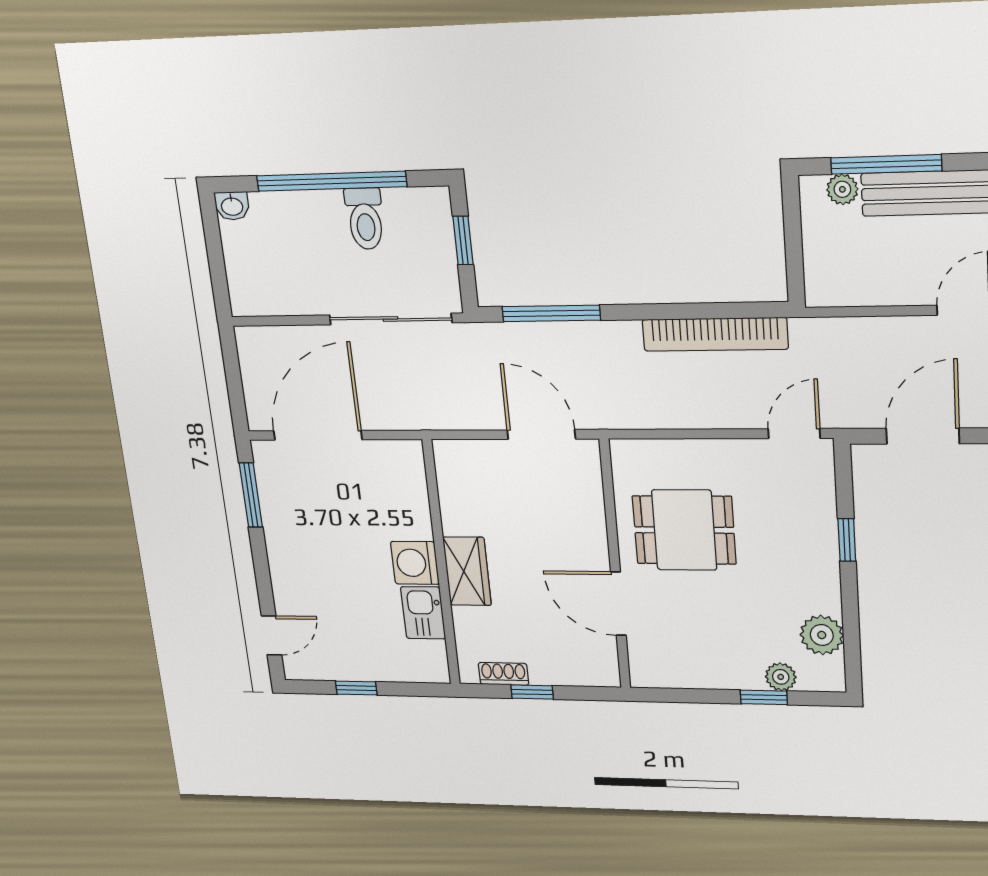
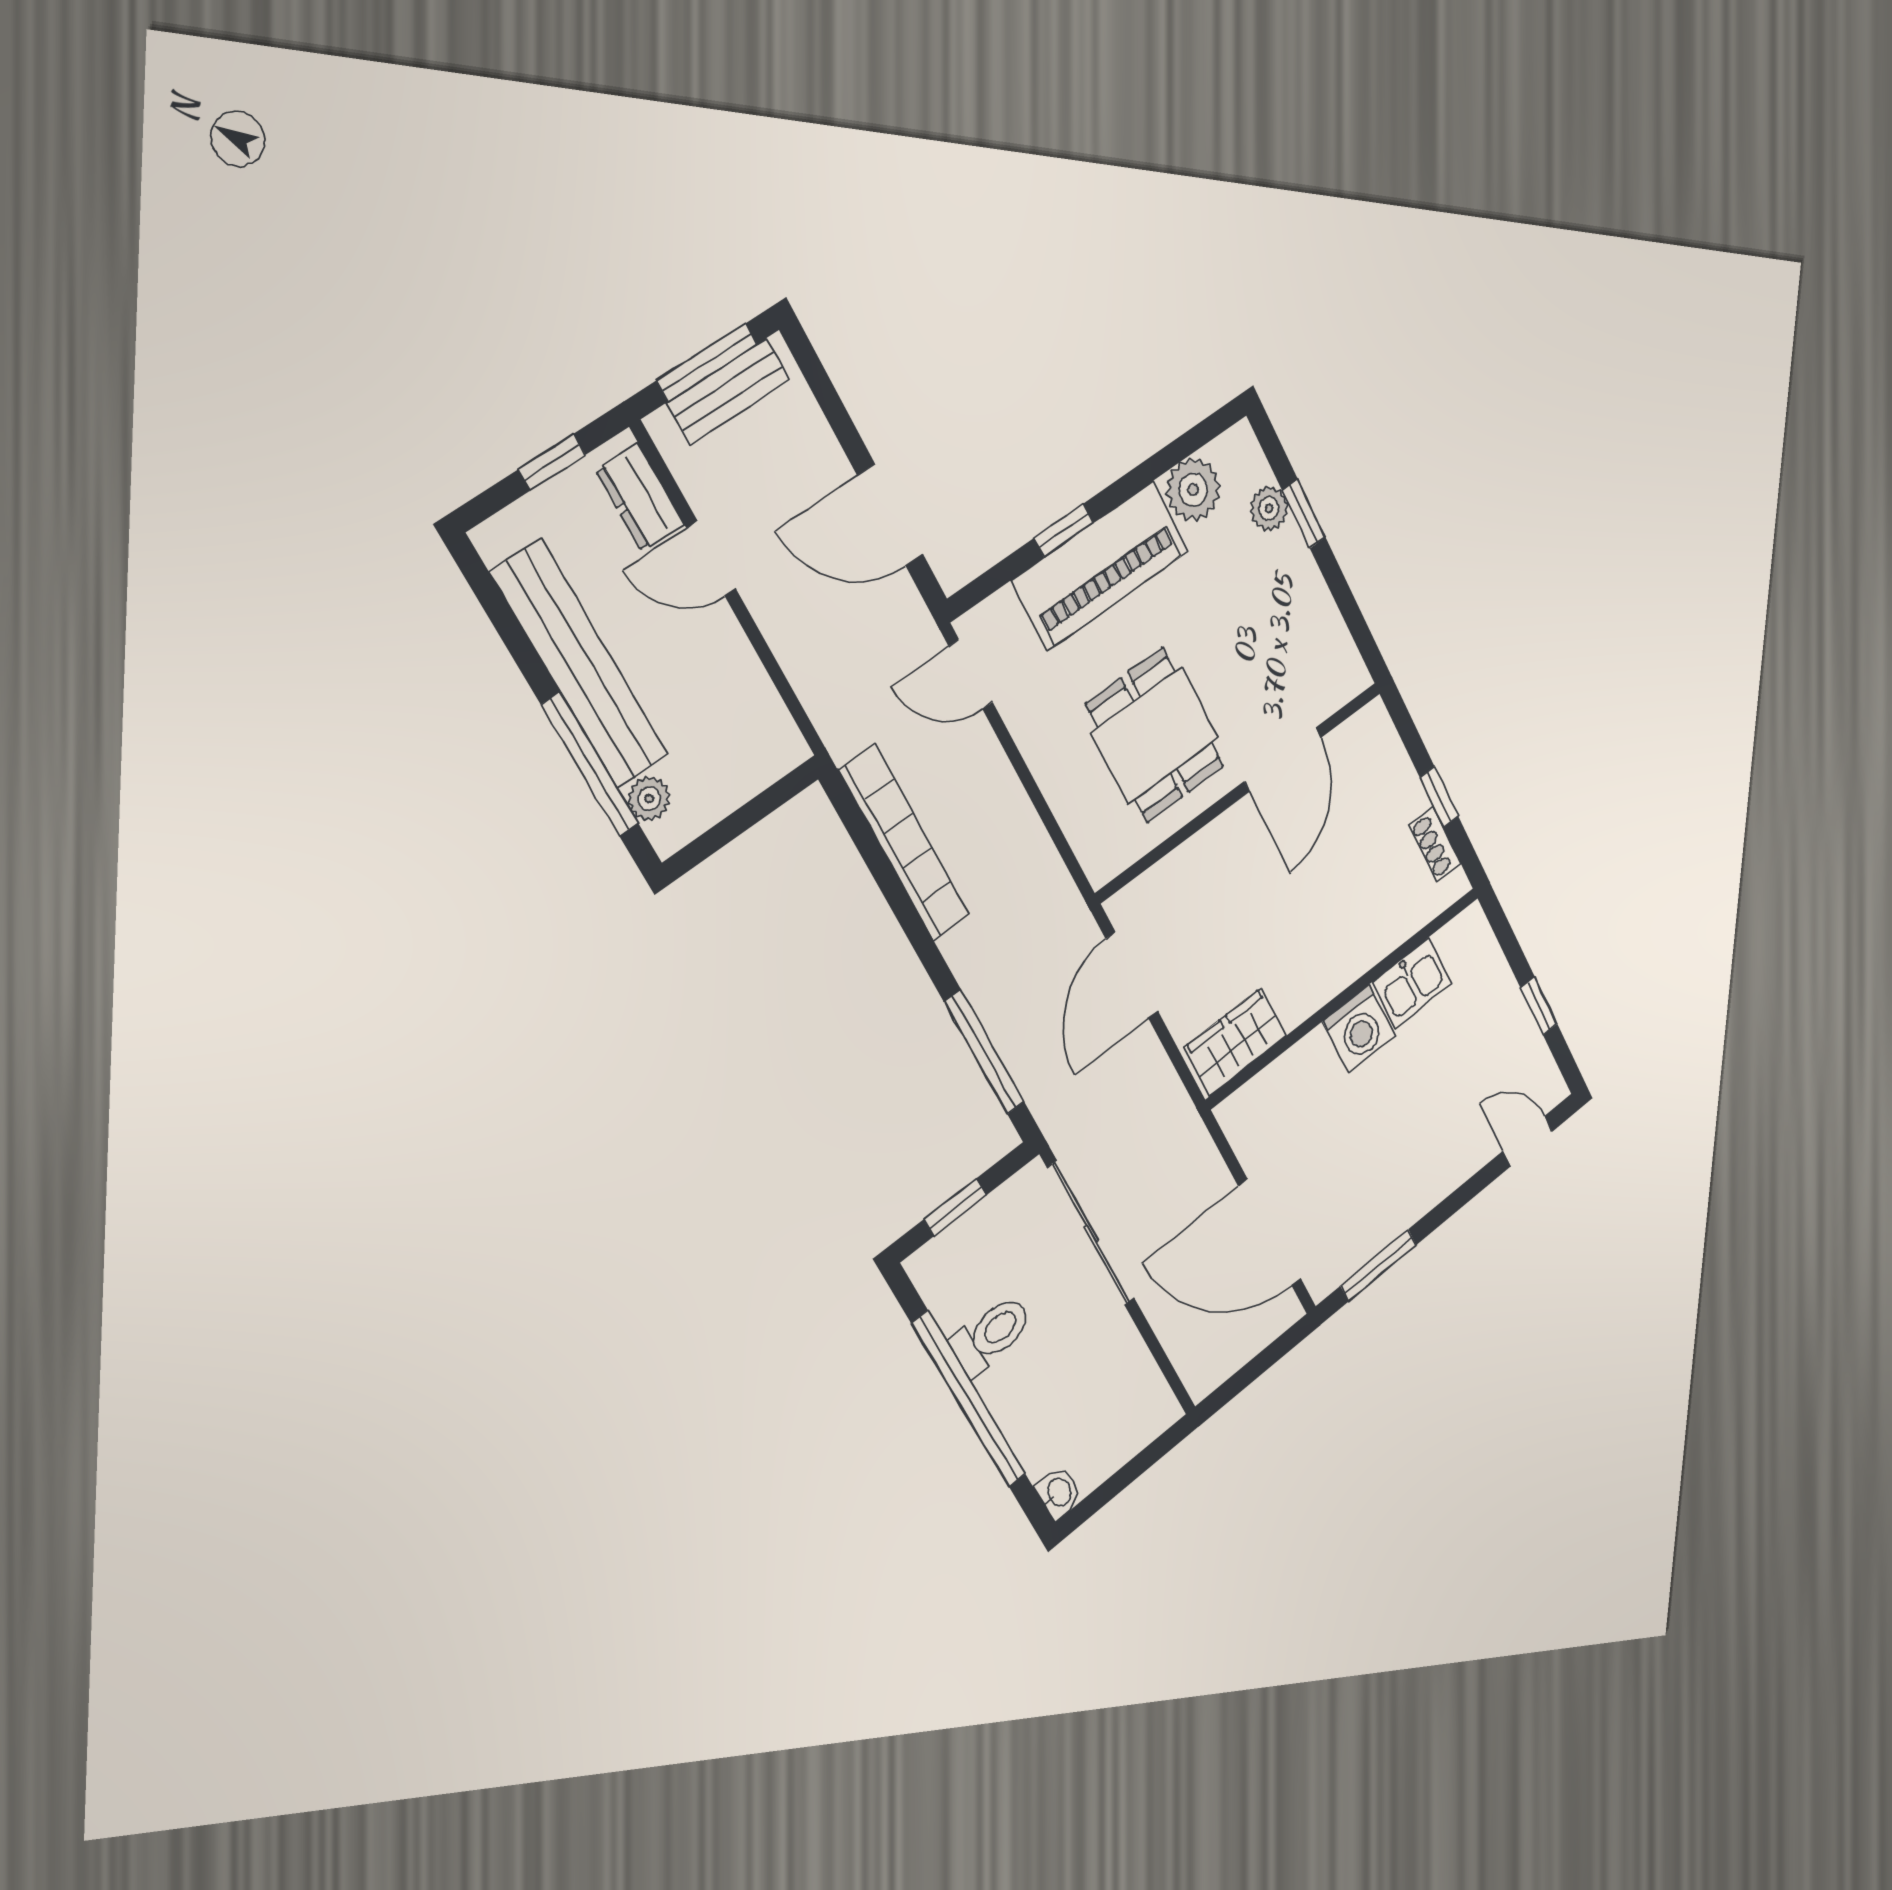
piano: (811, 552) -> (1101, 566), added
wardrobe: (467, 571) -> (1236, 1042), moved

